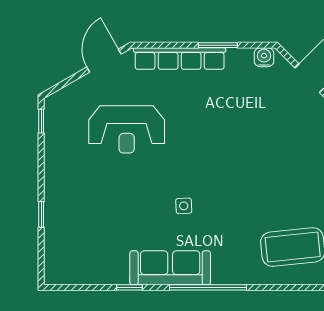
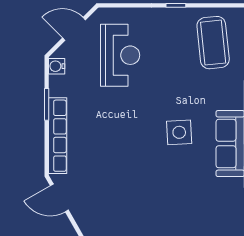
reception desk: (127, 129) -> (120, 55), moved
side table: (184, 206) -> (179, 132), width x1.87, depth x1.87

